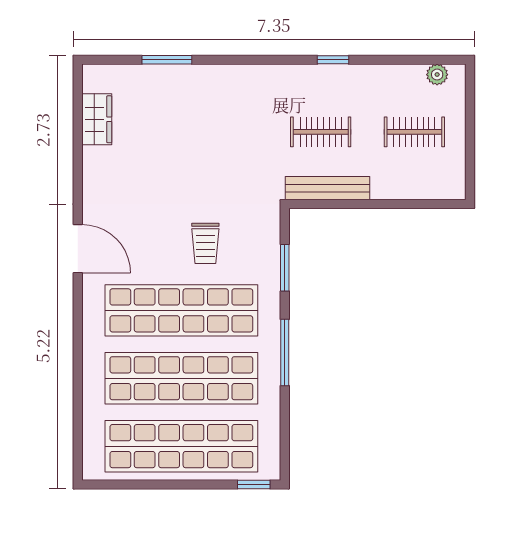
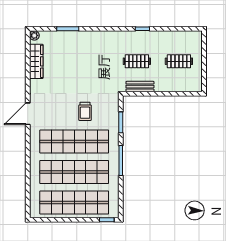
plant: (437, 75) -> (34, 35), moved
wardrobe: (97, 119) -> (36, 61), width x1.50
bench: (328, 188) -> (140, 87), width x0.73
door: (78, 249) -> (28, 114), swing flipped

